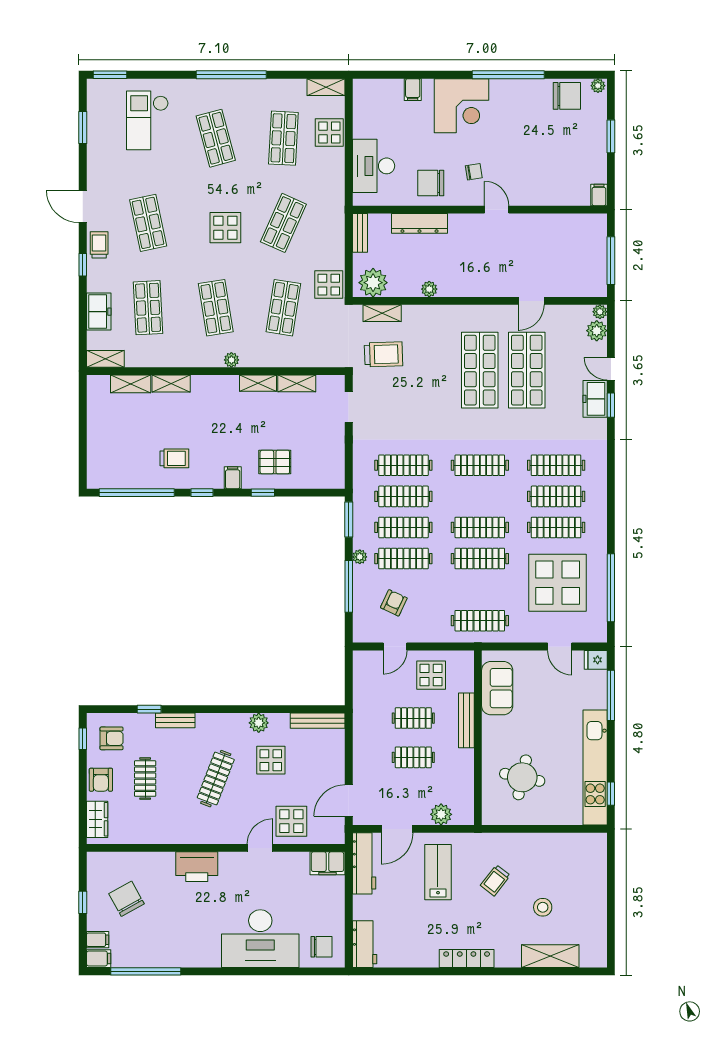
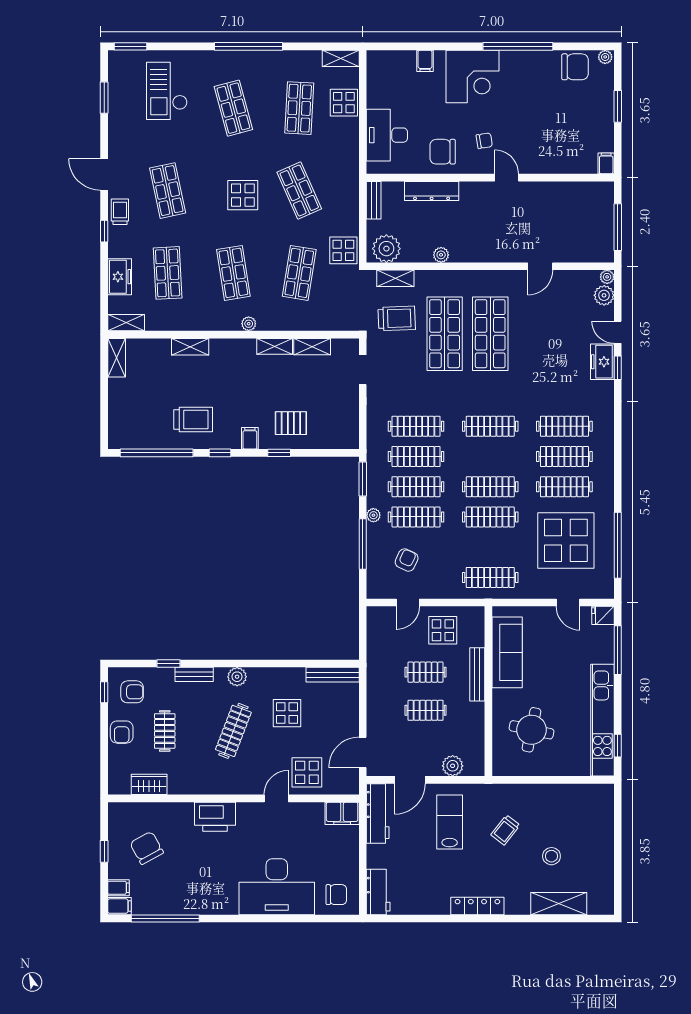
shop shelf: (283, 223) -> (299, 191), turned -48
shop shelf: (527, 370) -> (445, 334), moved
shelving: (131, 384) -> (117, 358), moved, turned 90
trolley: (174, 458) -> (193, 420), width x1.36, depth x1.39
sofa: (497, 688) -> (507, 652), width x1.36
plant: (259, 723) -> (237, 677), moved
wardrobe: (97, 819) -> (149, 784), moved, turned -90

